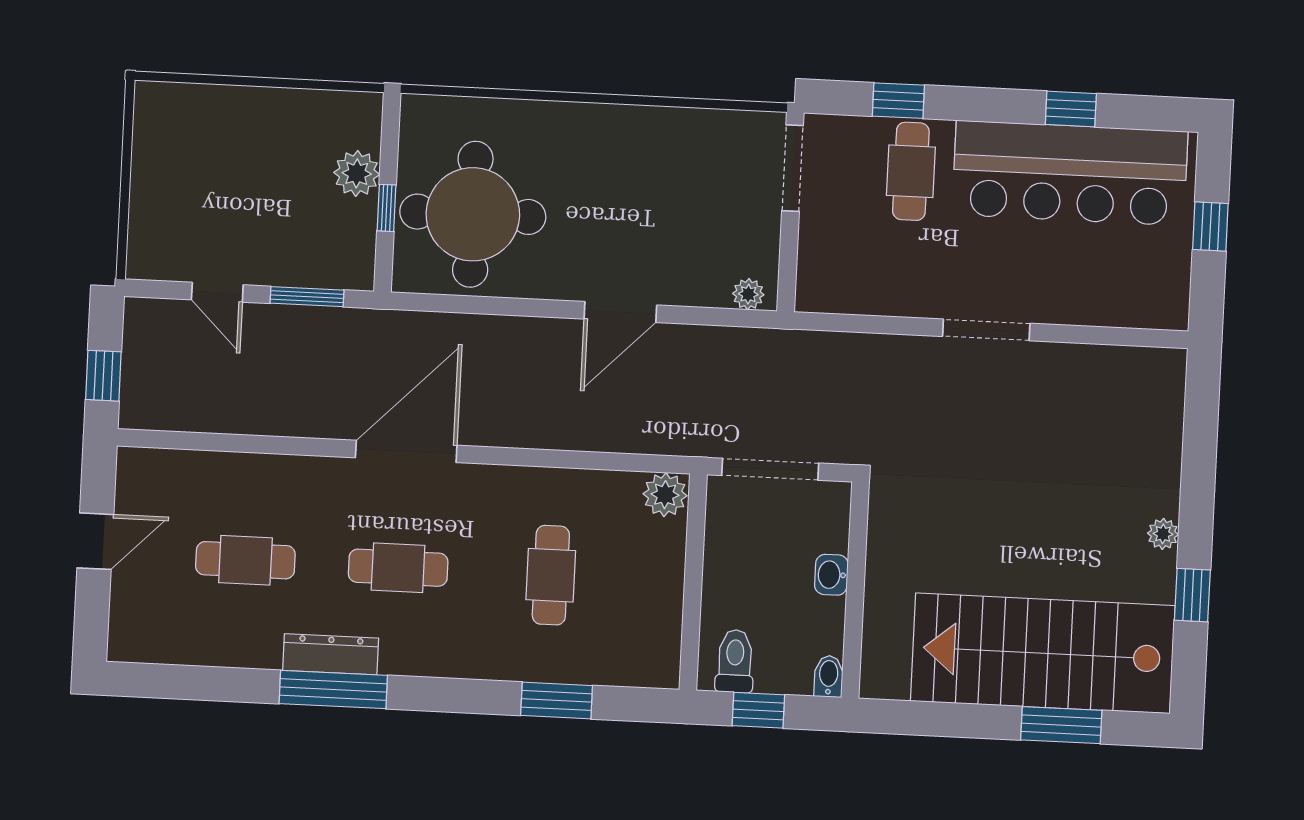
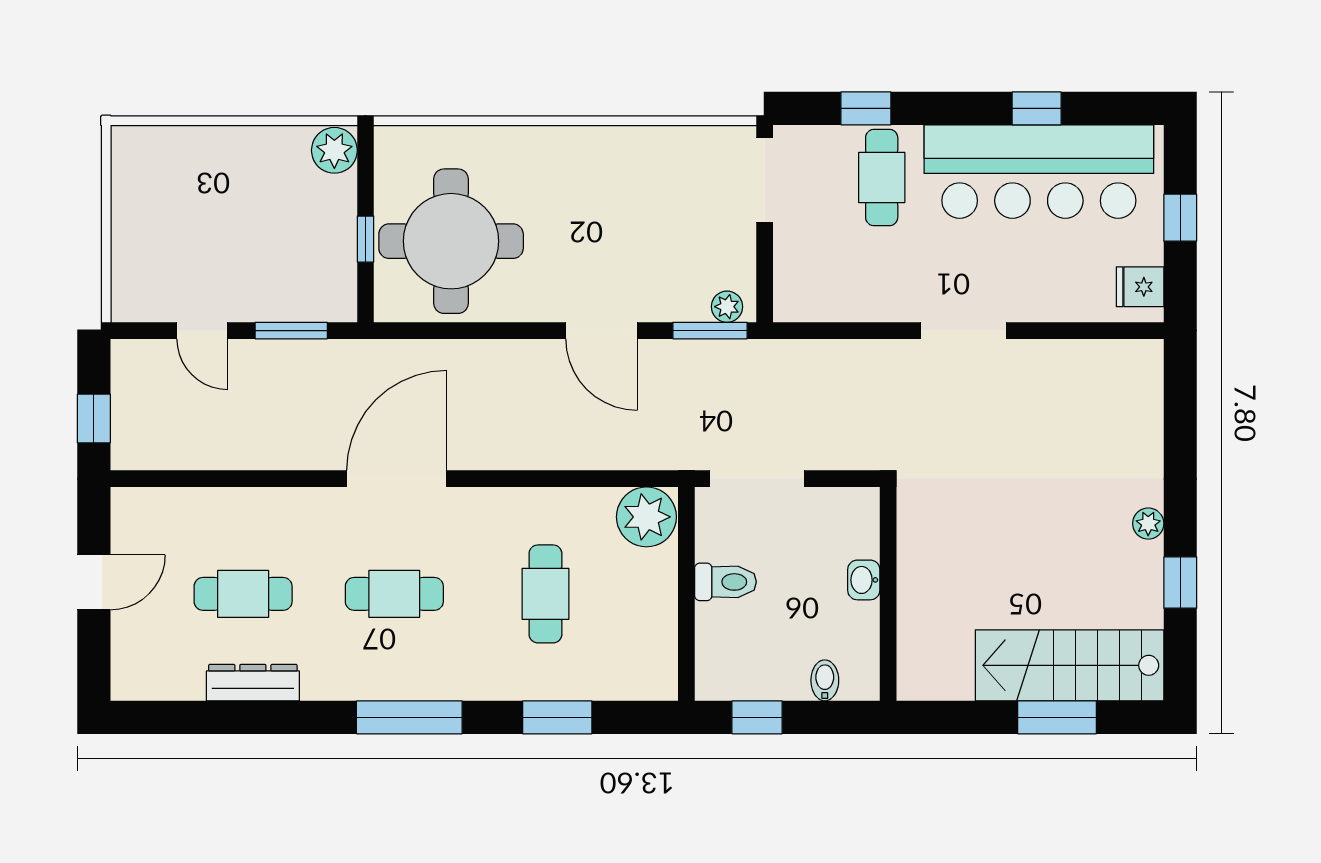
plant: (357, 173) -> (334, 150), moved
fridge: (1166, 294) -> (1140, 287), added
door: (620, 312) -> (602, 331), hinge flipped
window: (730, 317) -> (710, 331), added
plant: (665, 495) -> (646, 517), width x1.36, depth x1.36
washbasin: (831, 575) -> (864, 580), moved
wall: (855, 590) -> (888, 594), moved
stairs: (1043, 653) -> (1070, 665), width x0.73, depth x0.66
dresser: (331, 654) -> (253, 683), moved
toilet: (735, 661) -> (726, 582), moved, turned 90
window: (333, 689) -> (409, 717), moved

